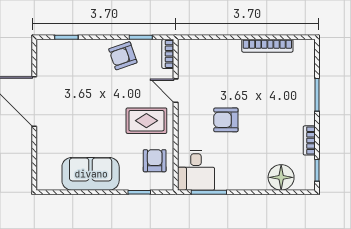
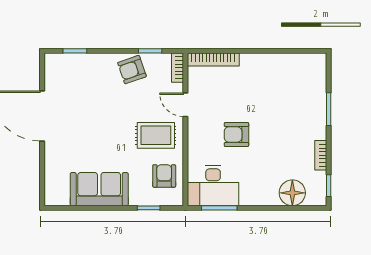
bookcase: (267, 46) -> (213, 59), moved
desk: (196, 170) -> (213, 186), width x1.37

